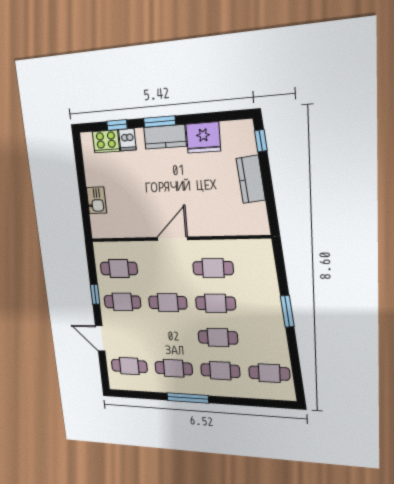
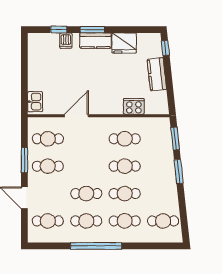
cooker: (106, 141) -> (134, 106), moved, turned 180
kitchen sink: (96, 200) -> (35, 102), moved
door: (172, 239) -> (76, 116), moved
window: (280, 268) -> (175, 139), added
window: (95, 294) -> (24, 160), width x1.50
cafe table: (168, 303) -> (86, 194), moved
window: (188, 398) -> (96, 246), width x1.46

